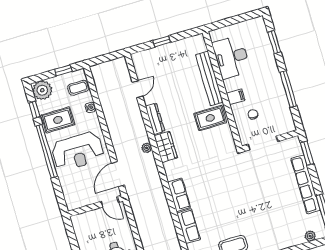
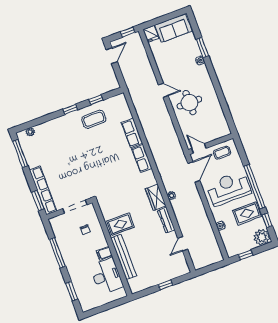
coffee table: (78, 88) -> (222, 153), moved
filing cabinet: (236, 97) -> (104, 253), moved
row of seats: (306, 184) -> (43, 190), moved

